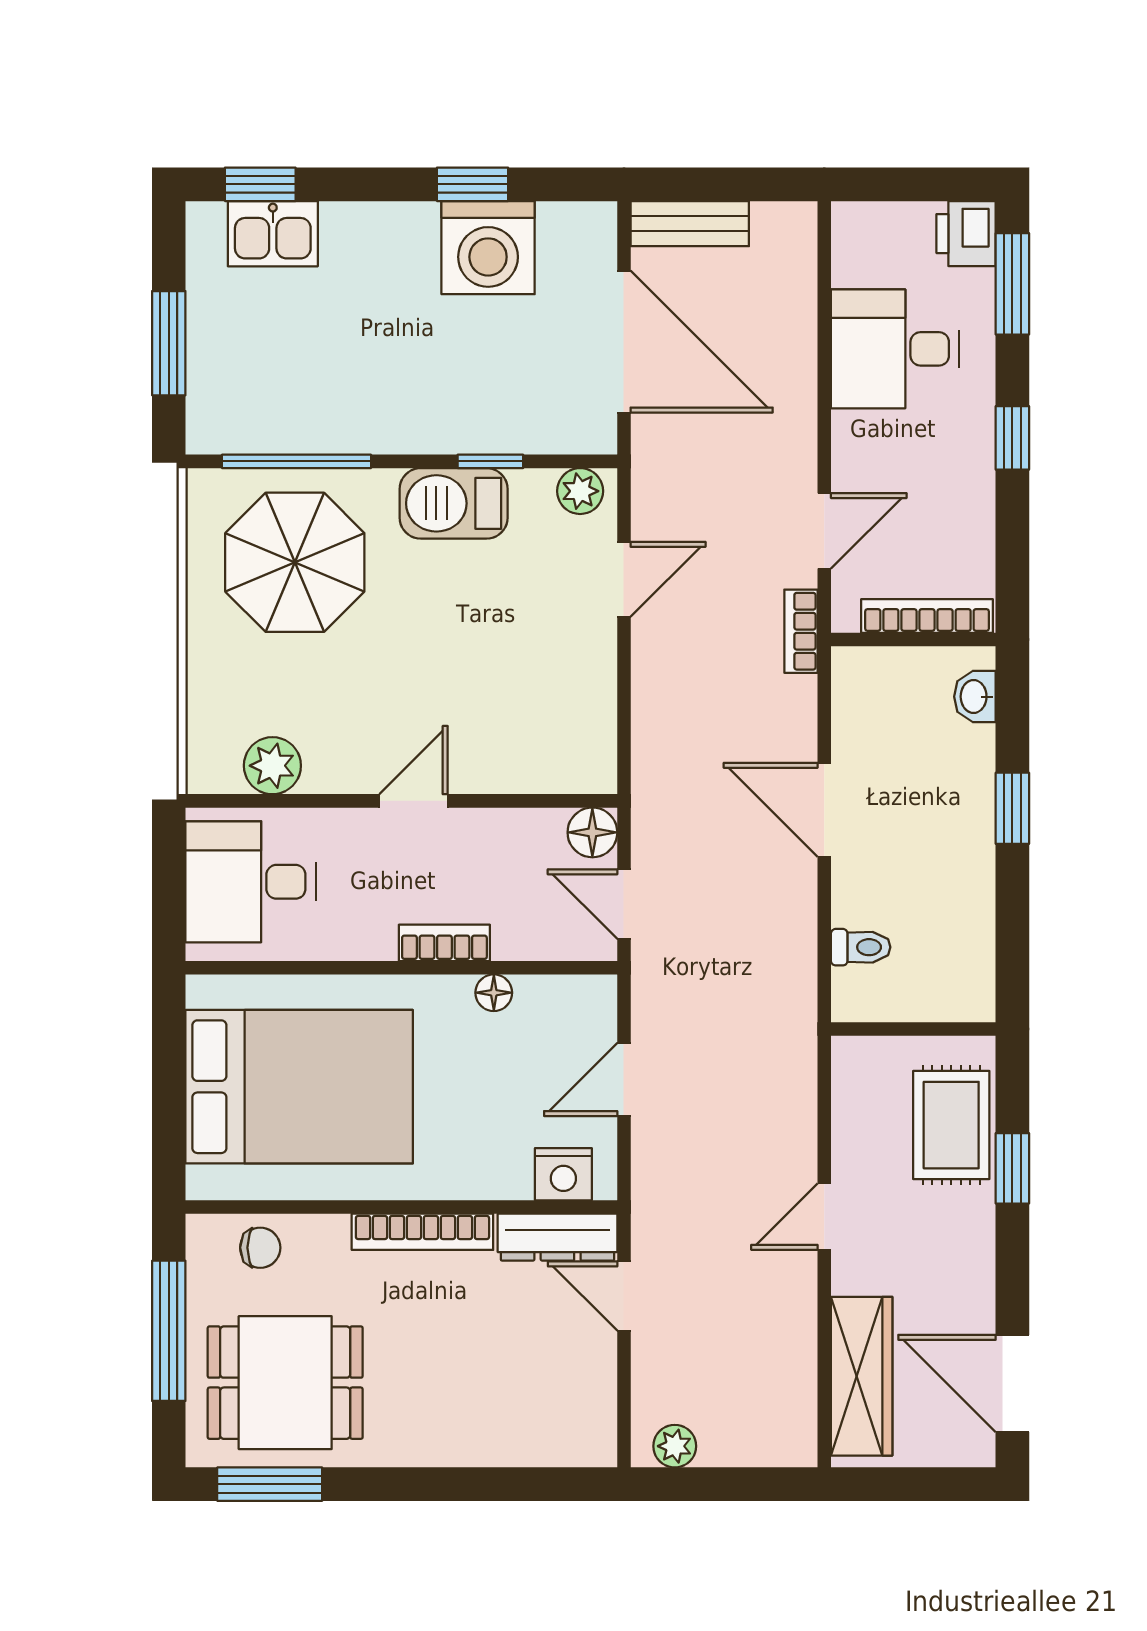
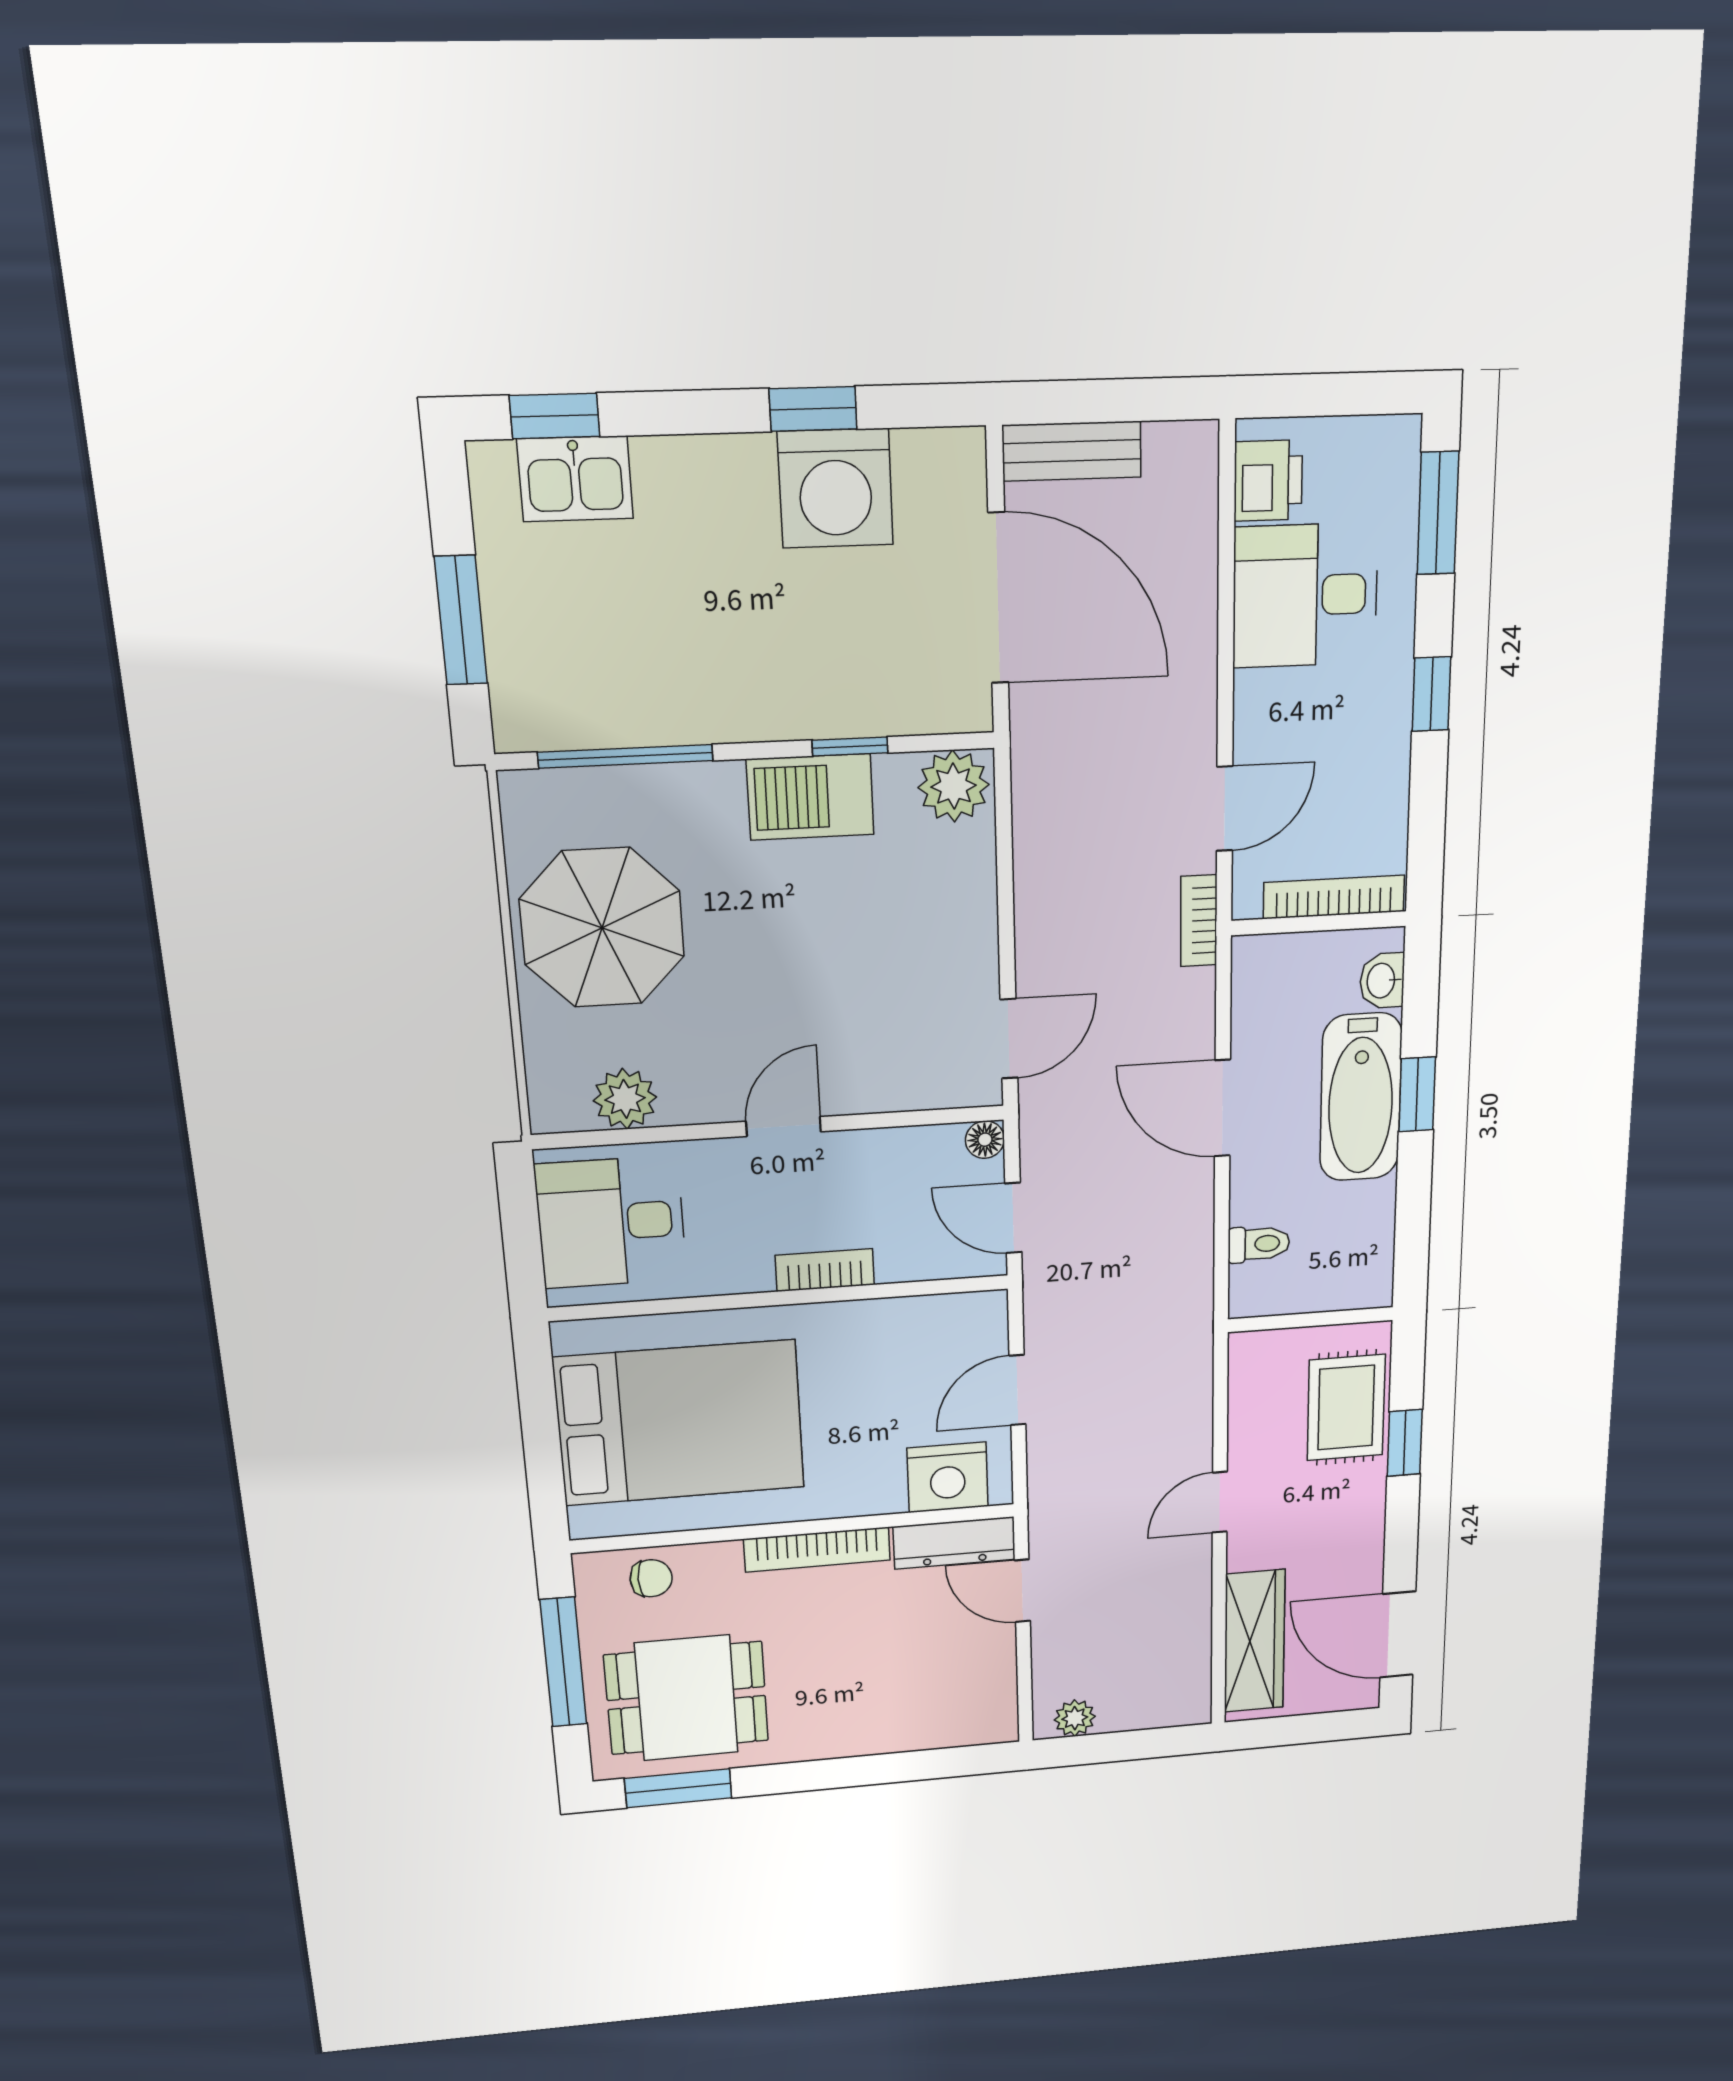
printer: (966, 234) -> (1268, 481), moved, turned 180
plant: (580, 491) -> (954, 786), width x1.38, depth x1.38
parasol: (295, 562) -> (602, 928), moved
door: (624, 579) -> (1009, 1039), moved
bathtub: (957, 808) -> (1361, 1097), added
floor lamp: (592, 832) -> (985, 1140), width x0.73, depth x0.73
floor lamp: (494, 993) -> (879, 1316), removed
nightstand: (563, 1174) -> (948, 1477), width x1.36, depth x1.33

